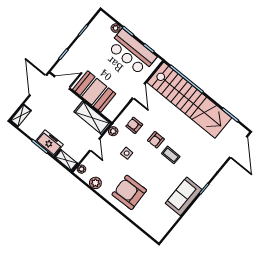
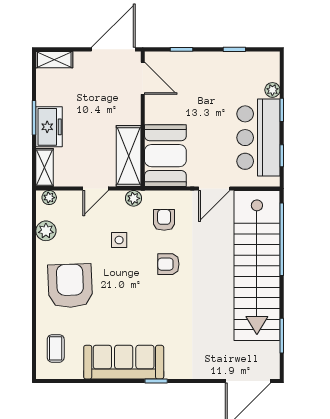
booth: (94, 92) -> (165, 156), moved
coffee table: (171, 155) -> (56, 348), moved
sofa: (184, 196) -> (124, 362), width x1.36

